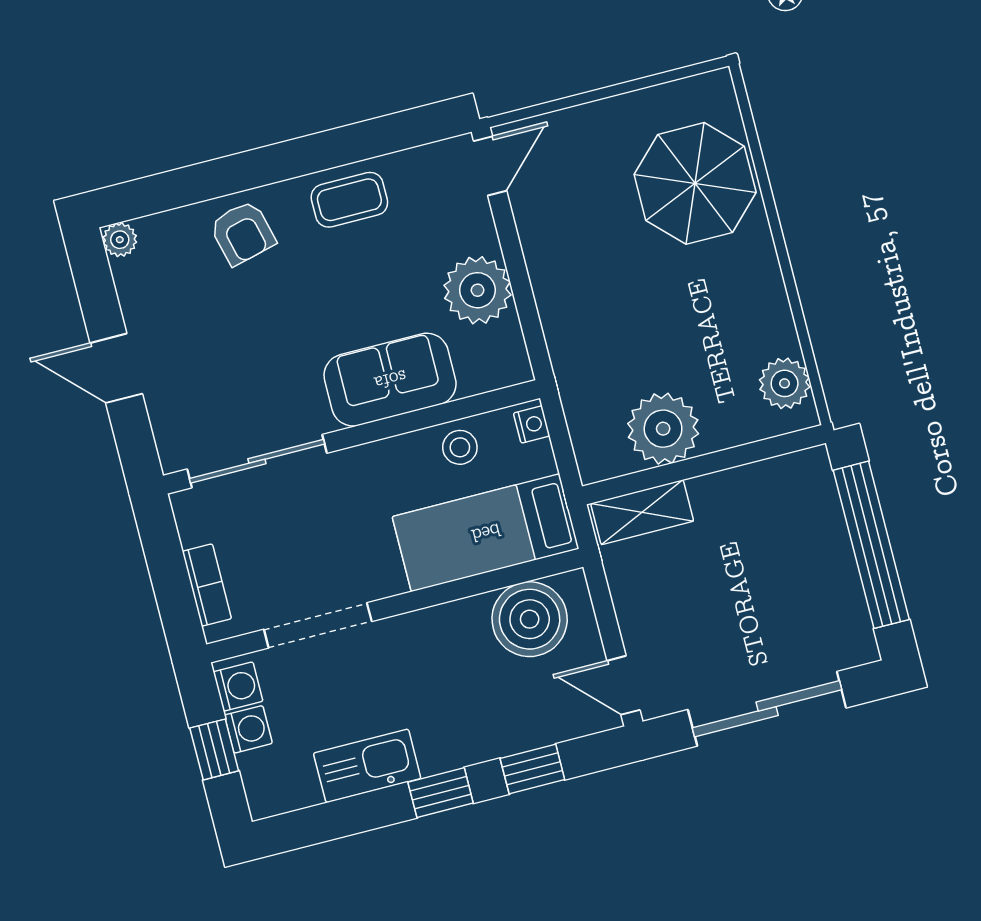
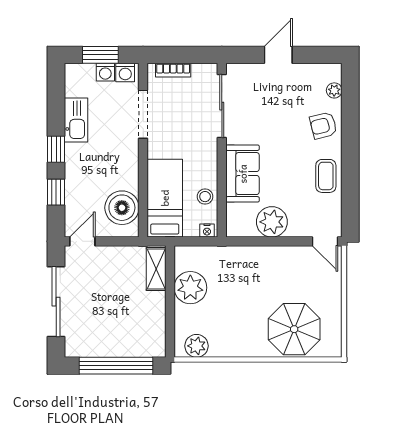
plant: (120, 240) -> (334, 90), moved
window: (214, 749) -> (100, 55), width x1.50

